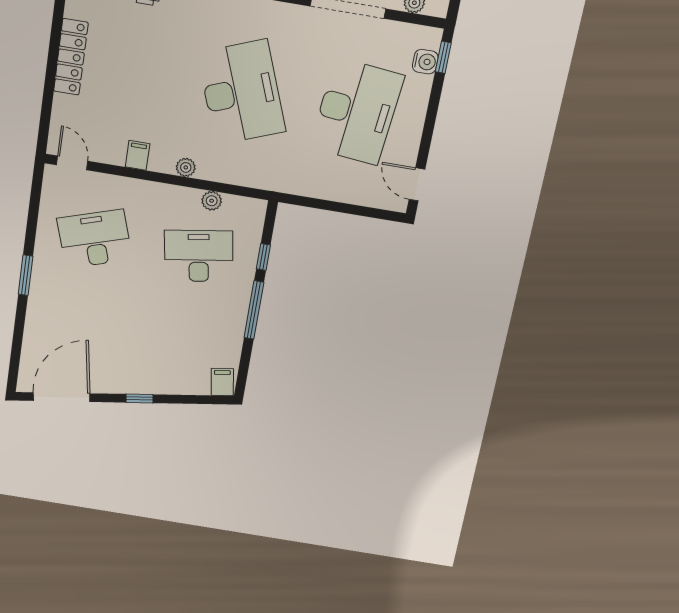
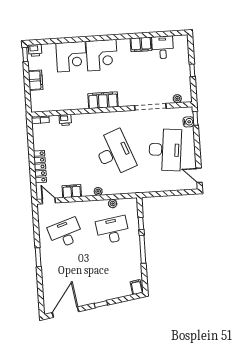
locker: (71, 57) -> (40, 167), moved
filing cabinet: (138, 155) -> (72, 191), width x2.00

